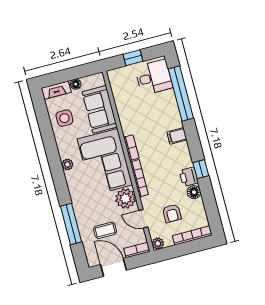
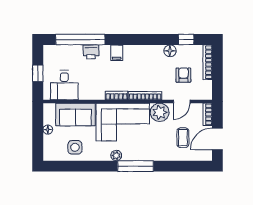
desk: (154, 77) -> (64, 85), moved, turned 180
fireplace: (56, 90) -> (49, 148), removed
window: (201, 169) -> (186, 39), moved
printer: (189, 177) -> (91, 52), moved
armchair: (172, 213) -> (183, 75), turned -90
window: (71, 224) -> (136, 166), moved
plant: (158, 243) -> (207, 94), removed

